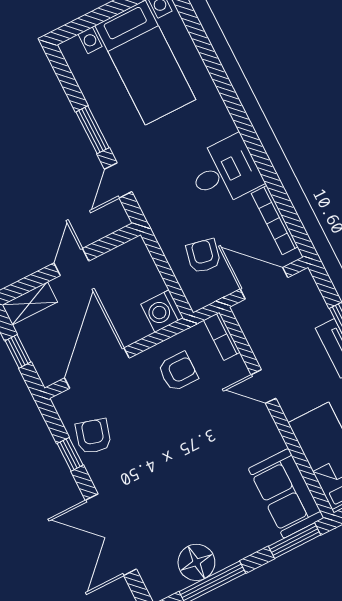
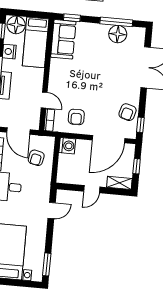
window: (92, 130) -> (47, 264), moved
armchair: (178, 372) -> (76, 117), turned -90
door: (263, 387) -> (44, 100), moved
window: (70, 454) -> (140, 125), moved
window: (295, 541) -> (72, 18), width x0.67

